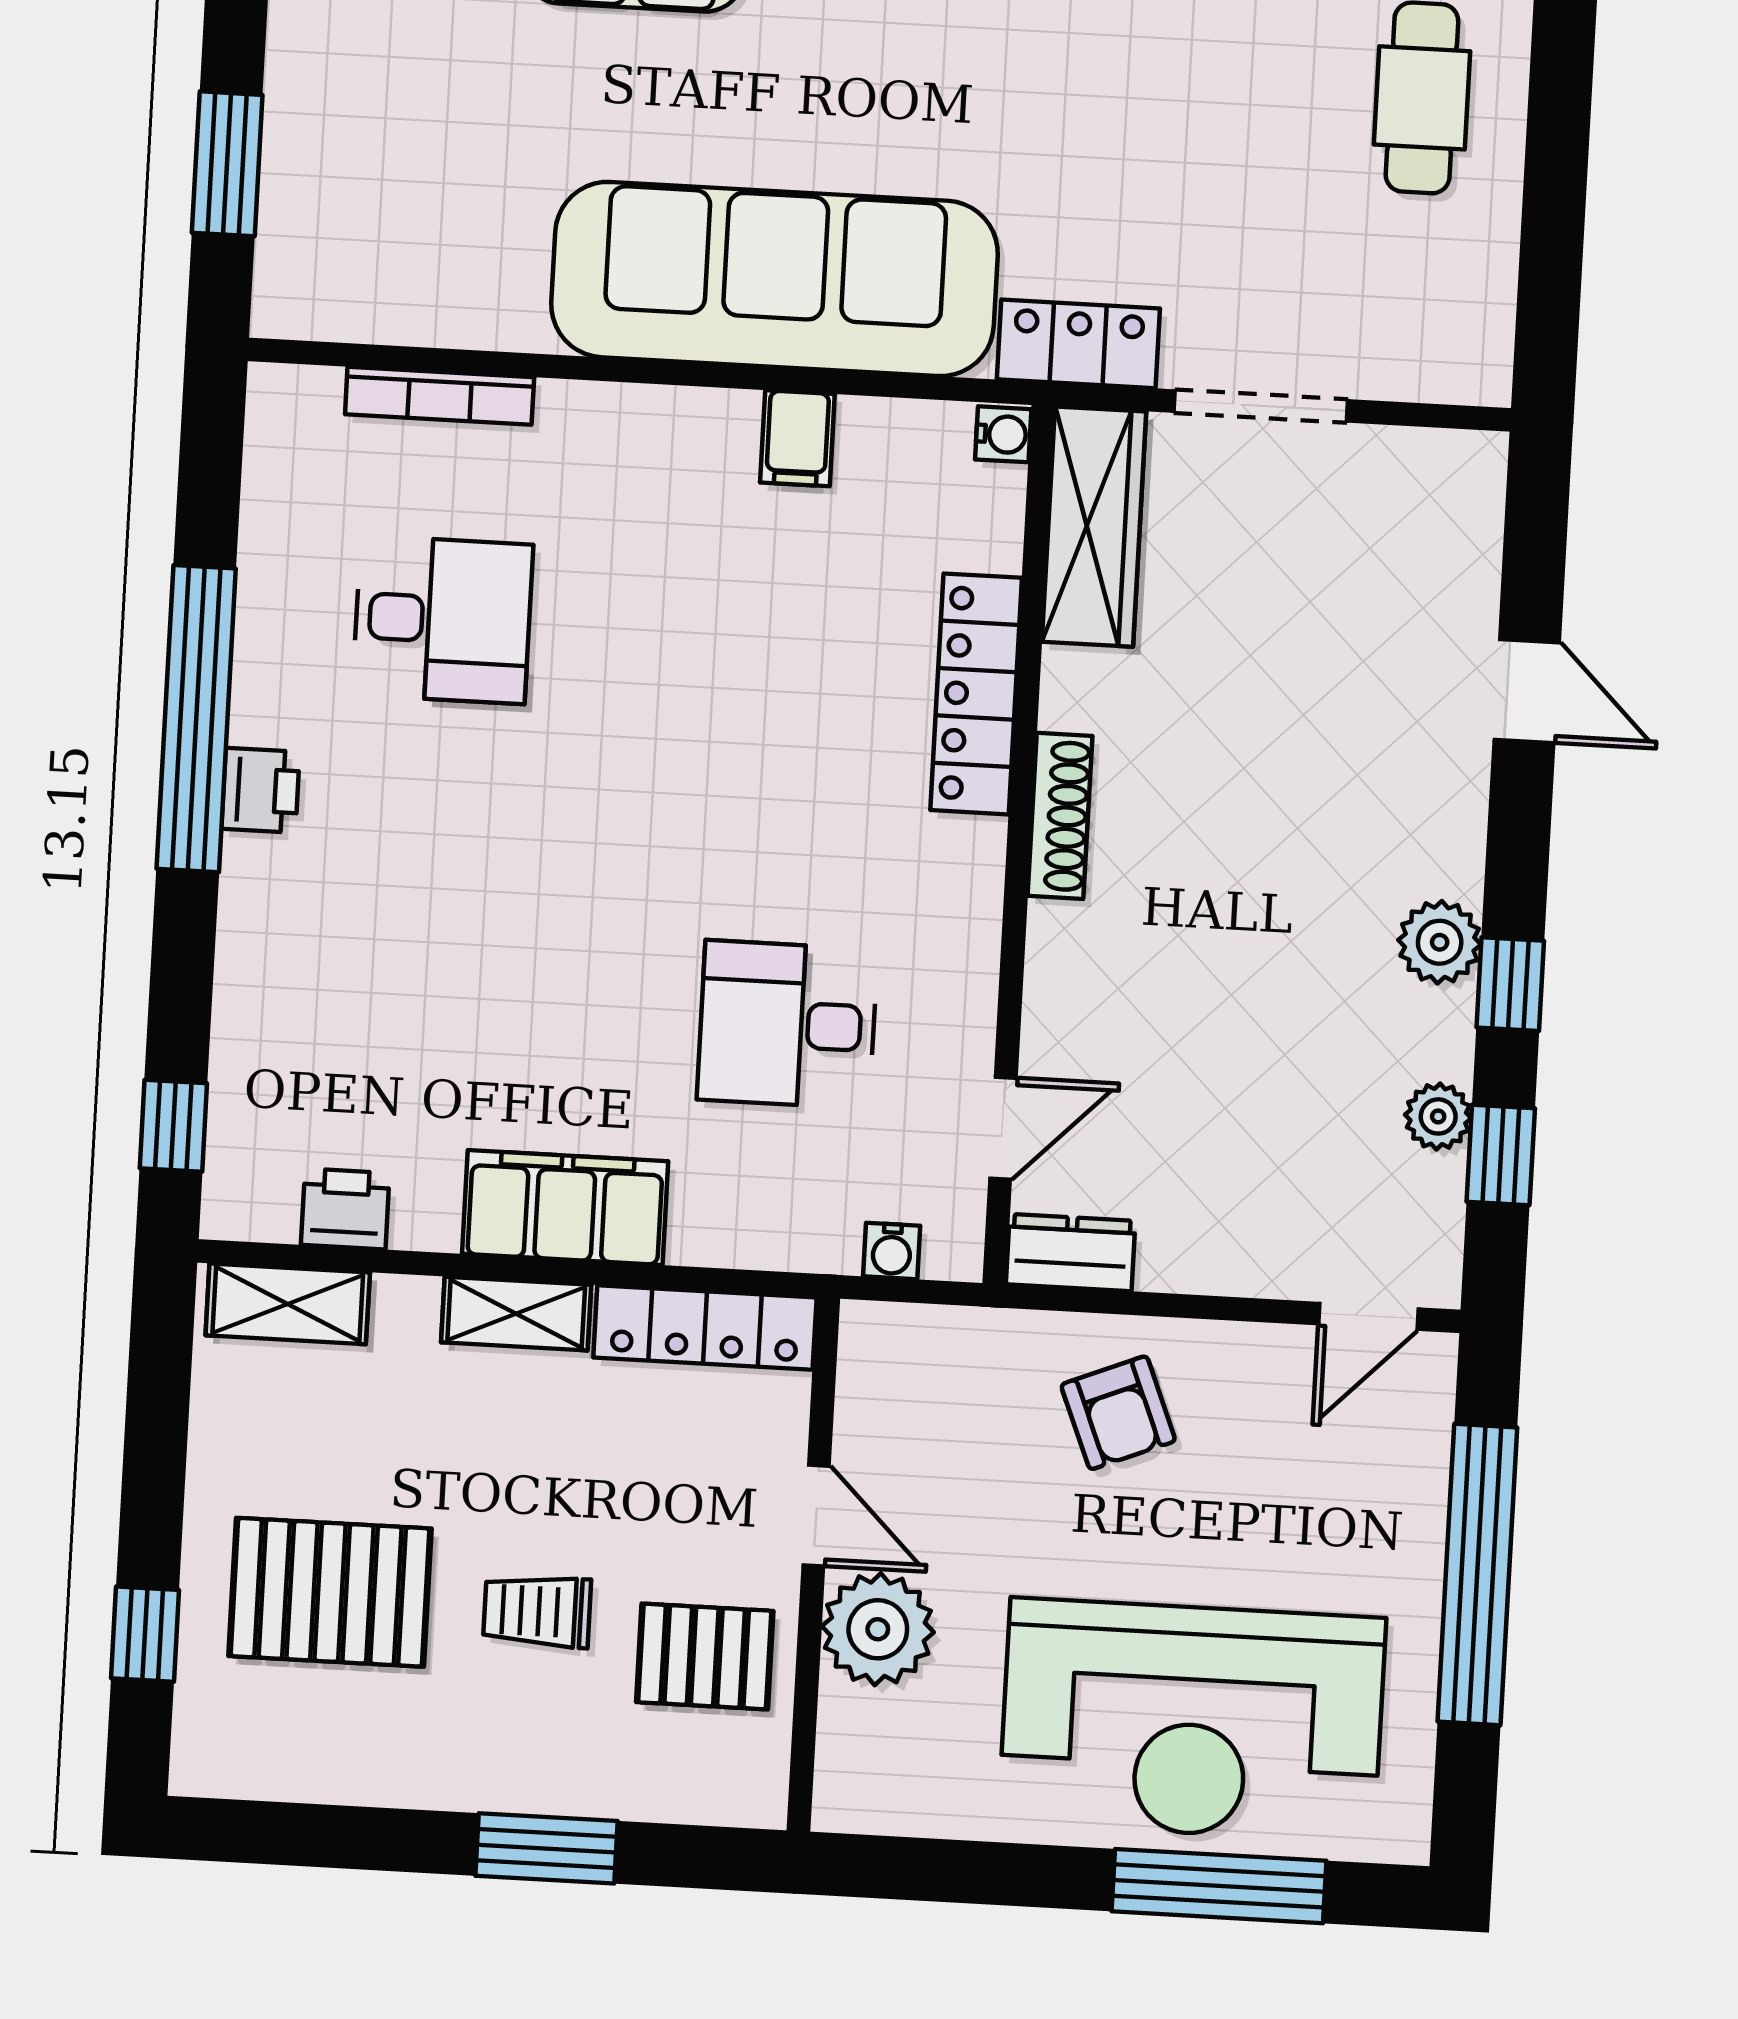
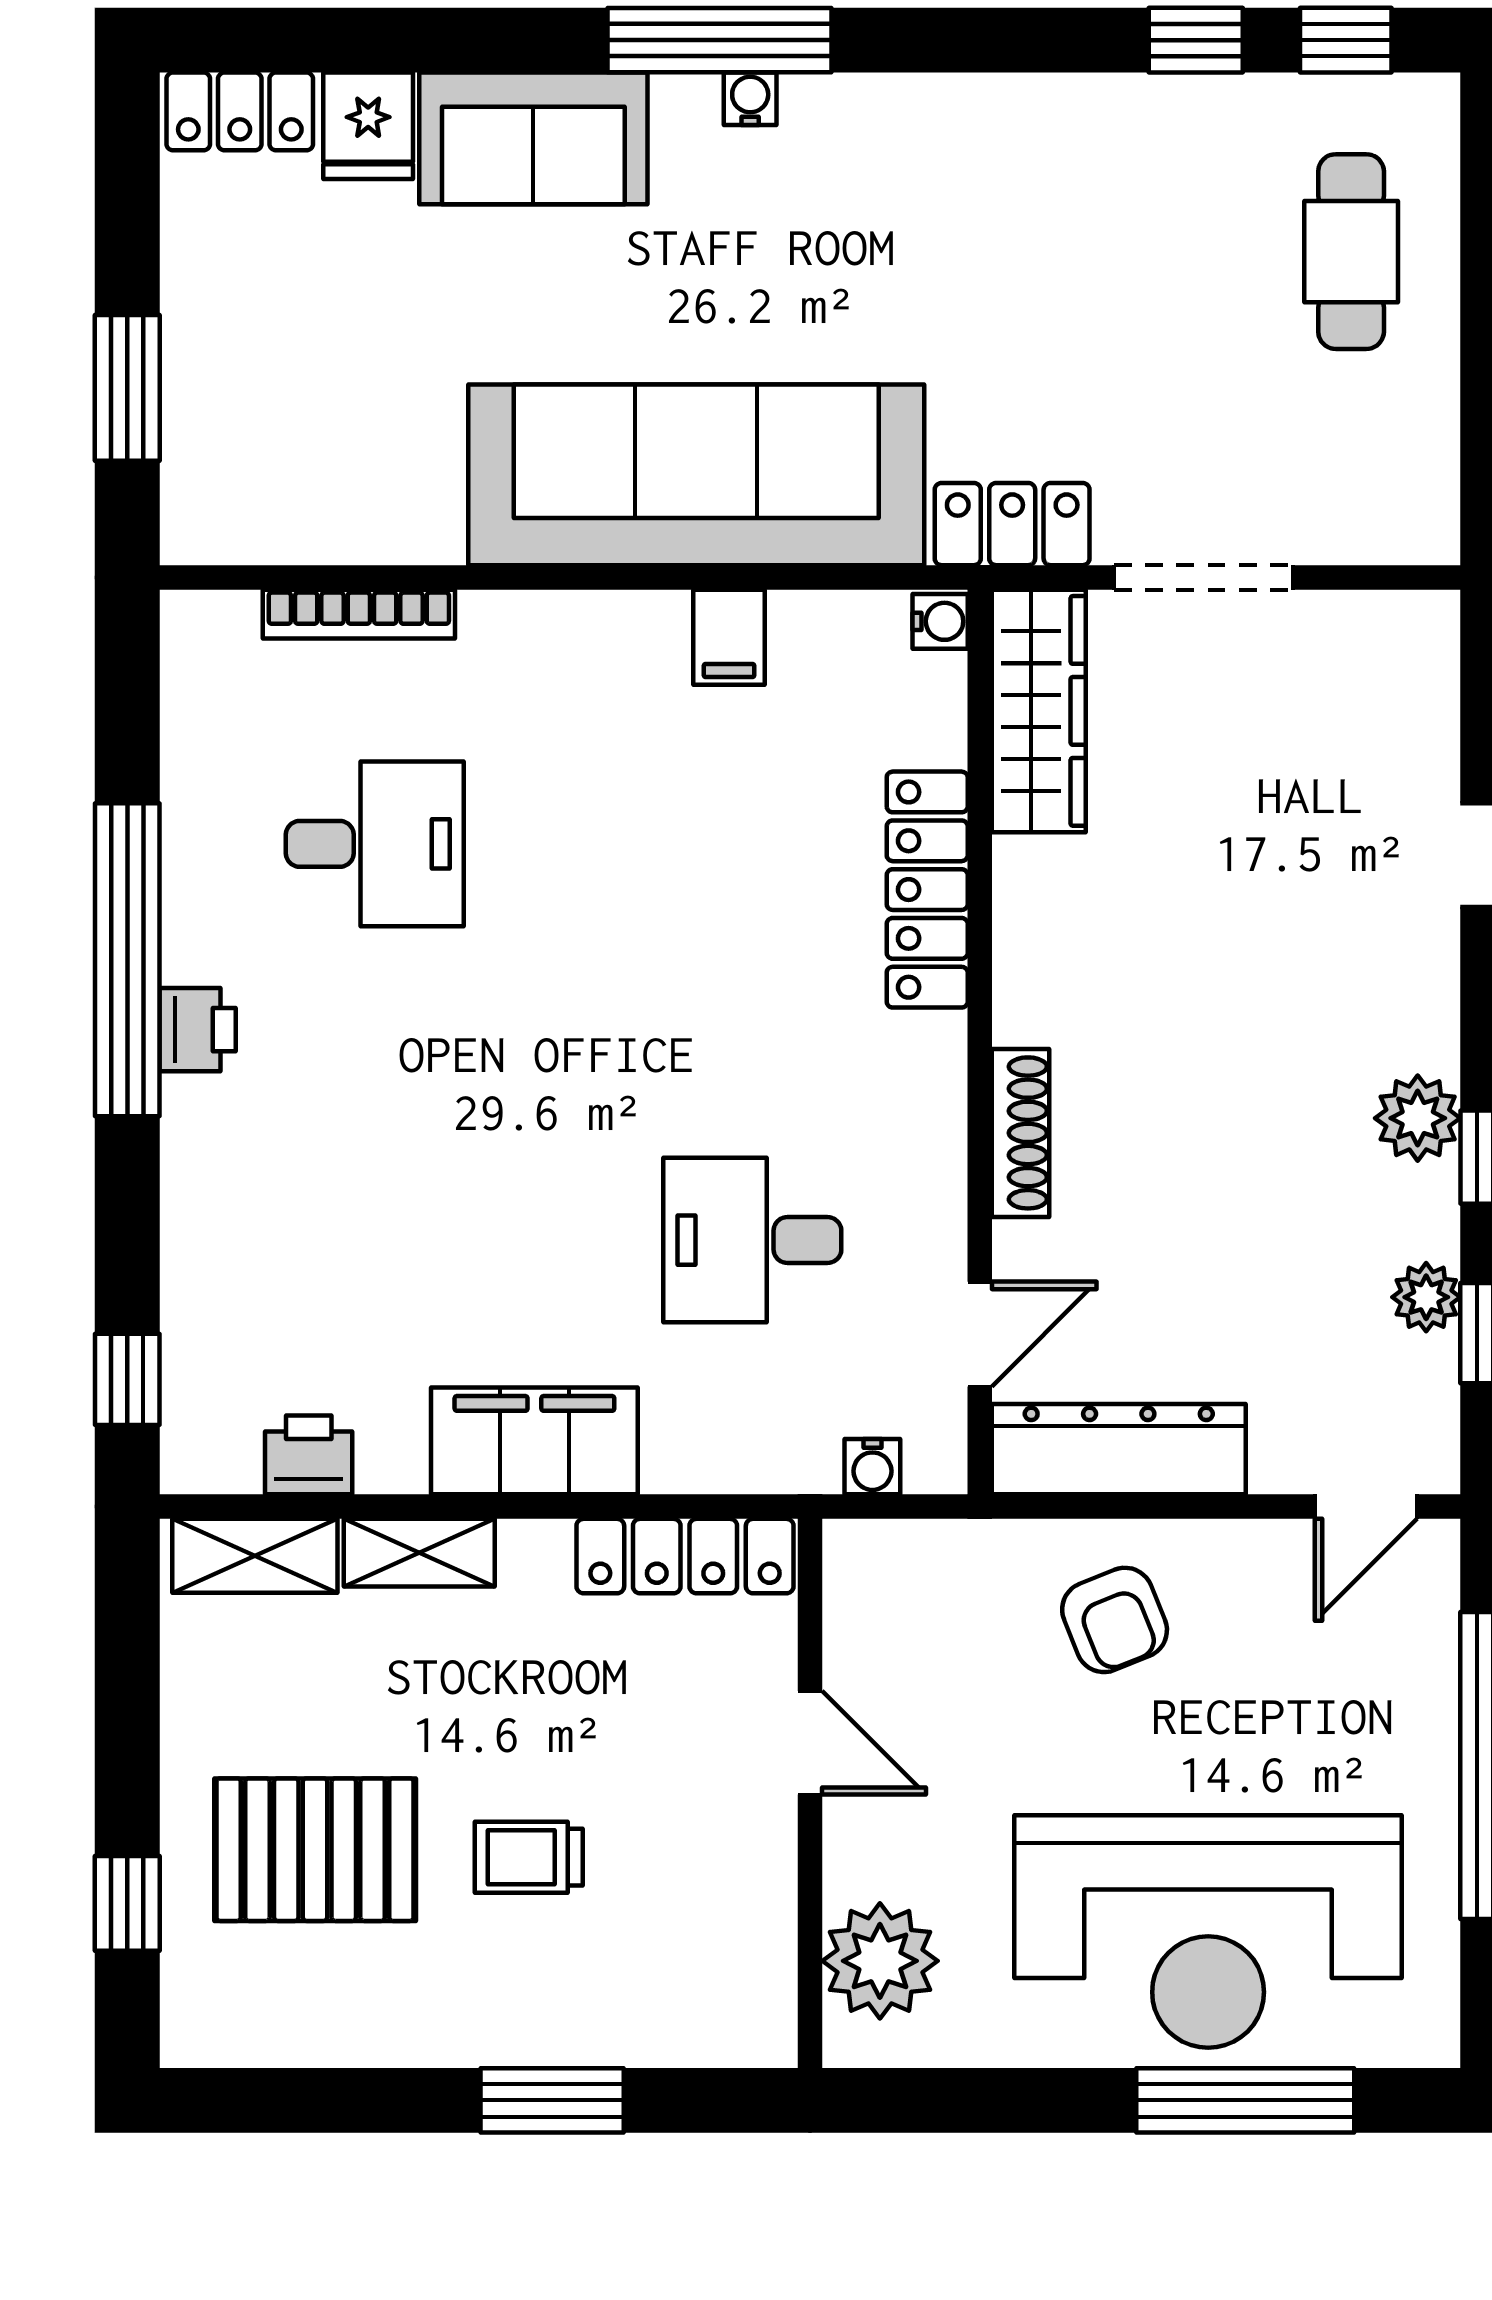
shoe rack: (1060, 816) -> (1020, 1133), moved
dresser: (1071, 1253) -> (1119, 1449), width x1.96, depth x1.24
shelving: (516, 1314) -> (419, 1553), moved
plant: (878, 1629) -> (880, 1961), moved
pallet: (705, 1657) -> (704, 1894), removed

